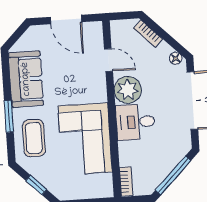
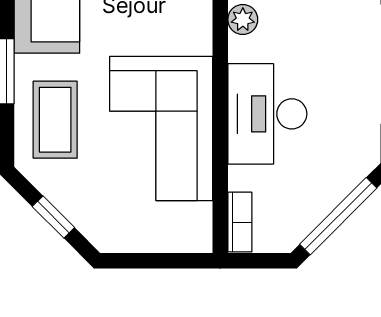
plant: (128, 90) -> (243, 19), width x0.53, depth x0.53
desk: (135, 122) -> (267, 114), width x1.37

